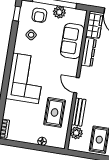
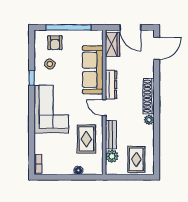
plant: (59, 12) -> (75, 36), removed
window: (17, 14) -> (32, 78), moved
sofa: (72, 41) -> (93, 70), width x1.36
dresser: (89, 52) -> (111, 85), moved

